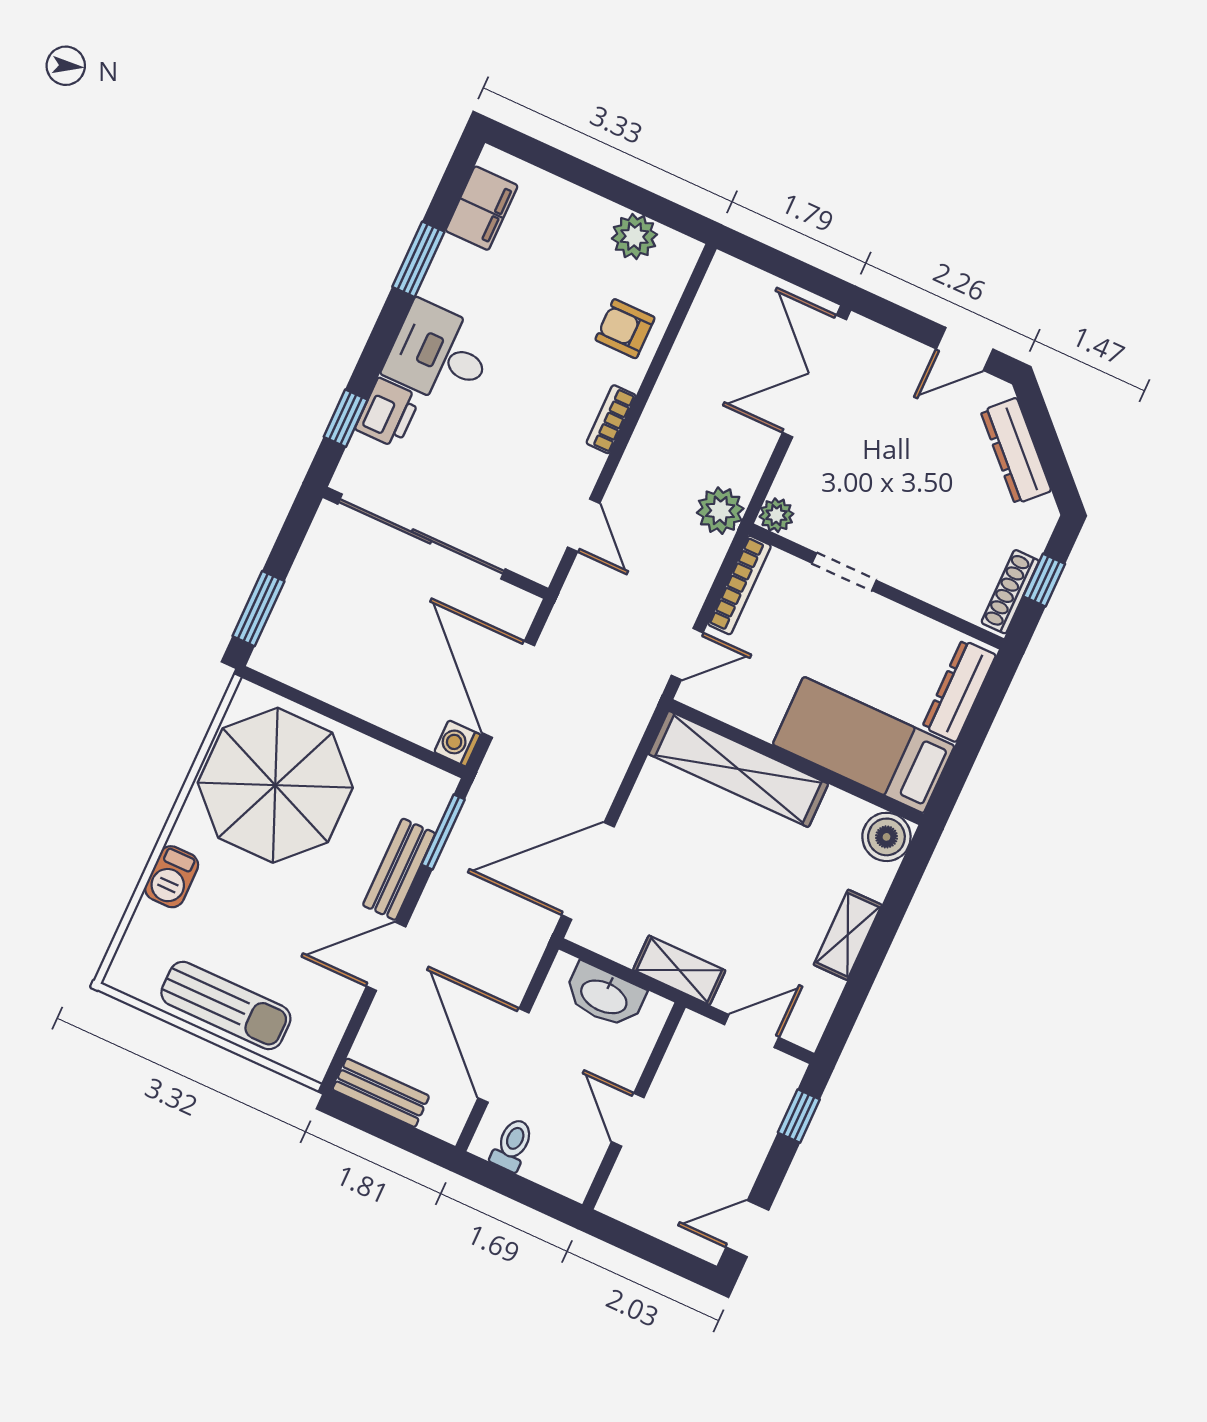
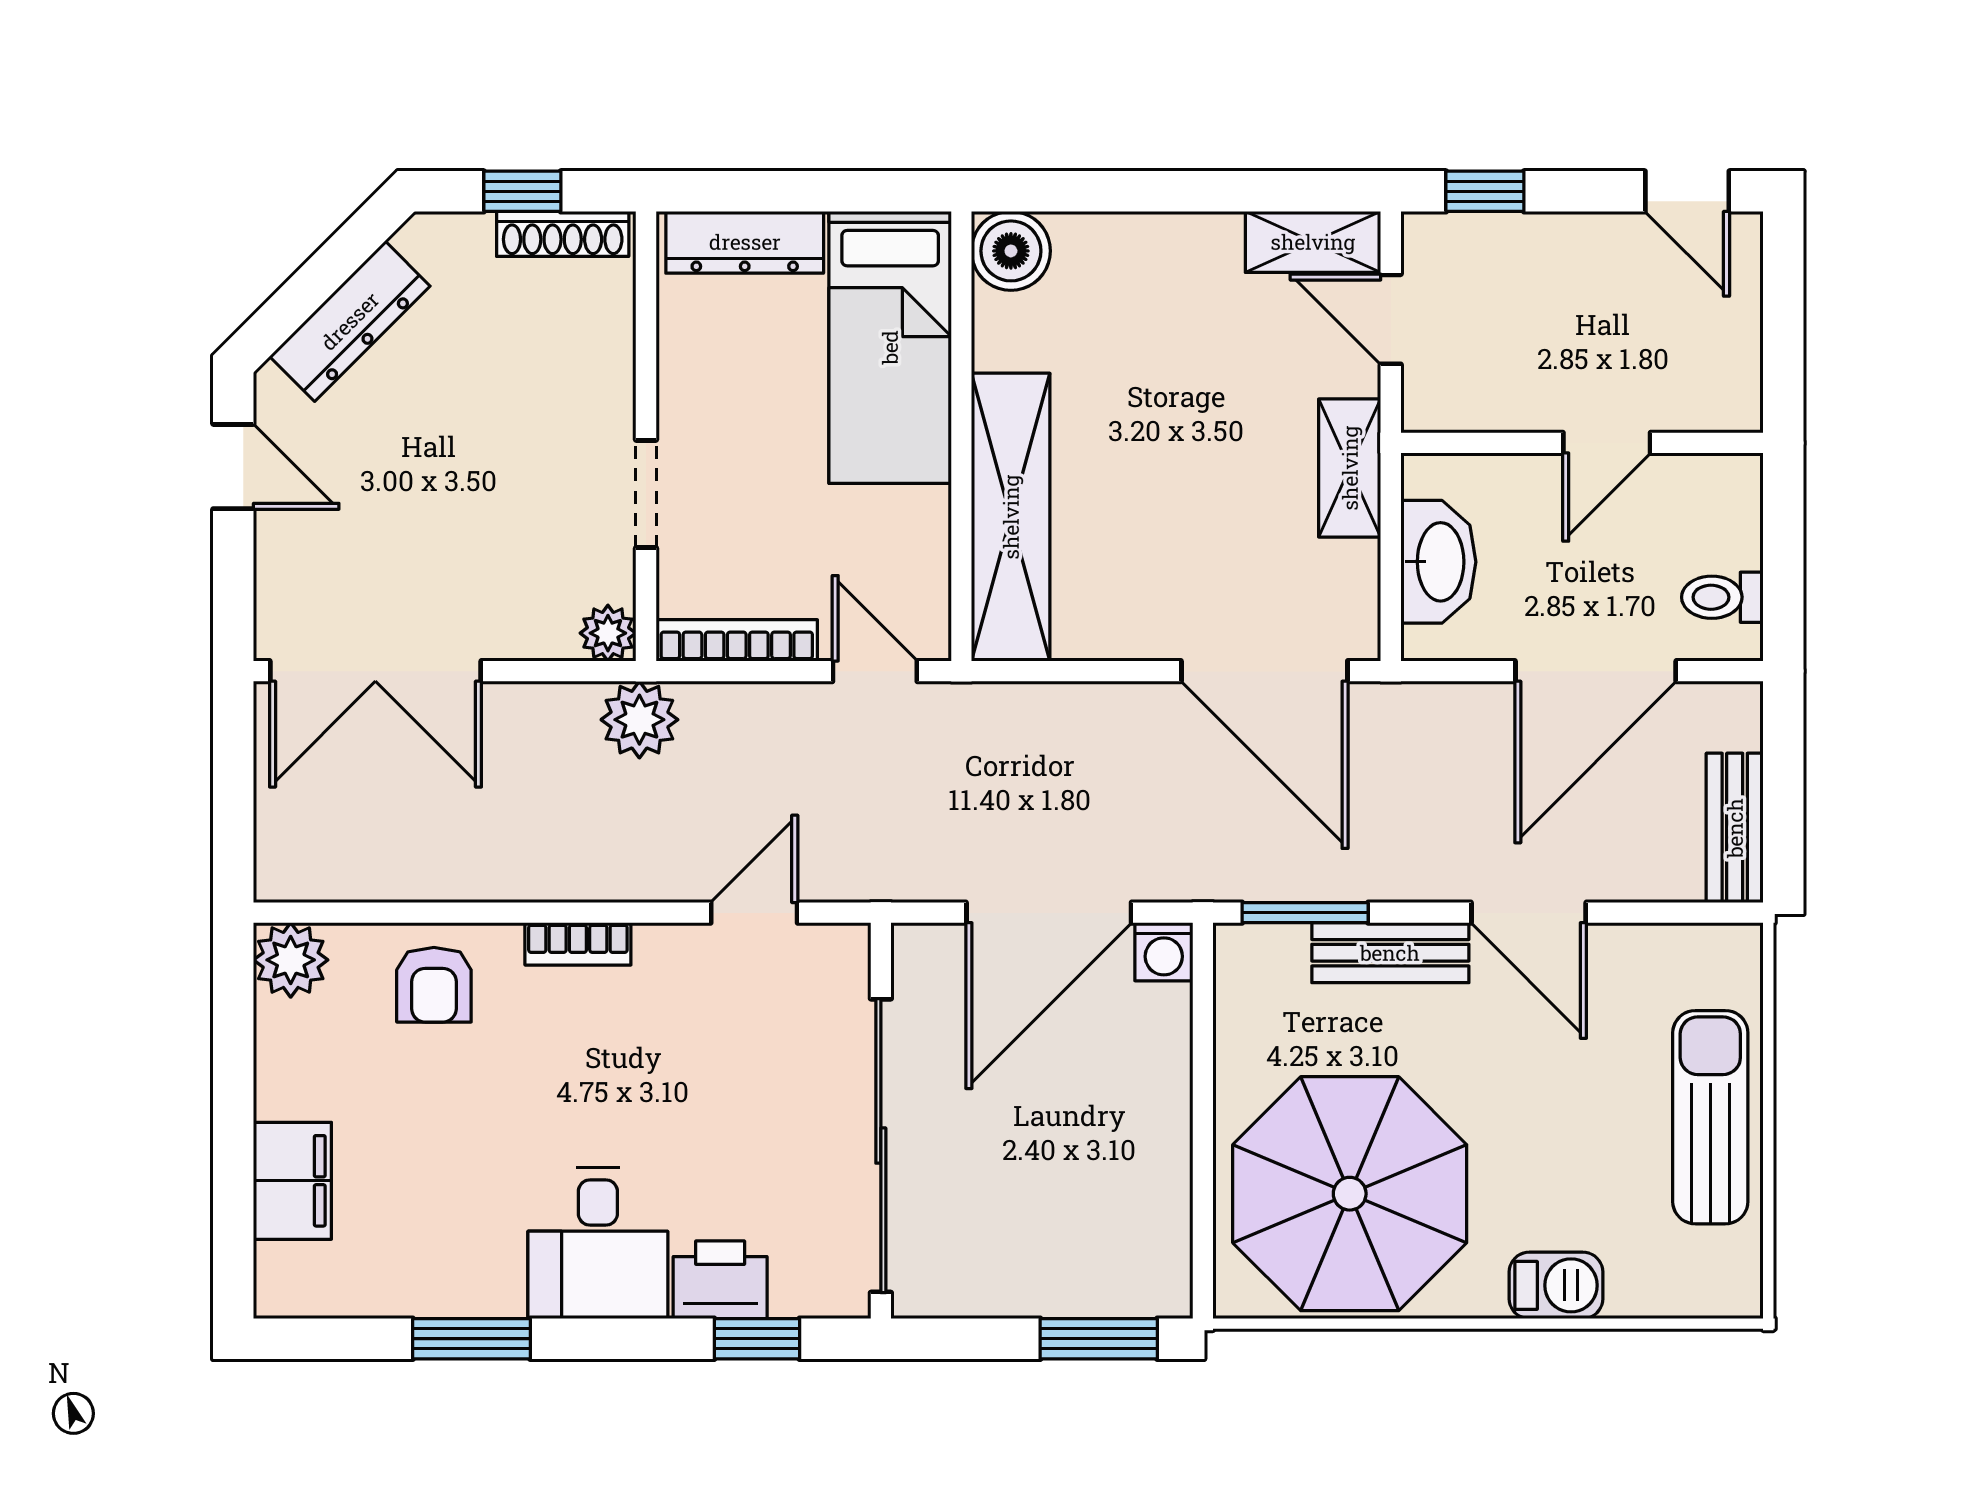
filing cabinet: (482, 208) -> (292, 1181), moved, turned 90
plant: (634, 237) -> (291, 960), moved
shelving: (848, 935) -> (1313, 242), moved

